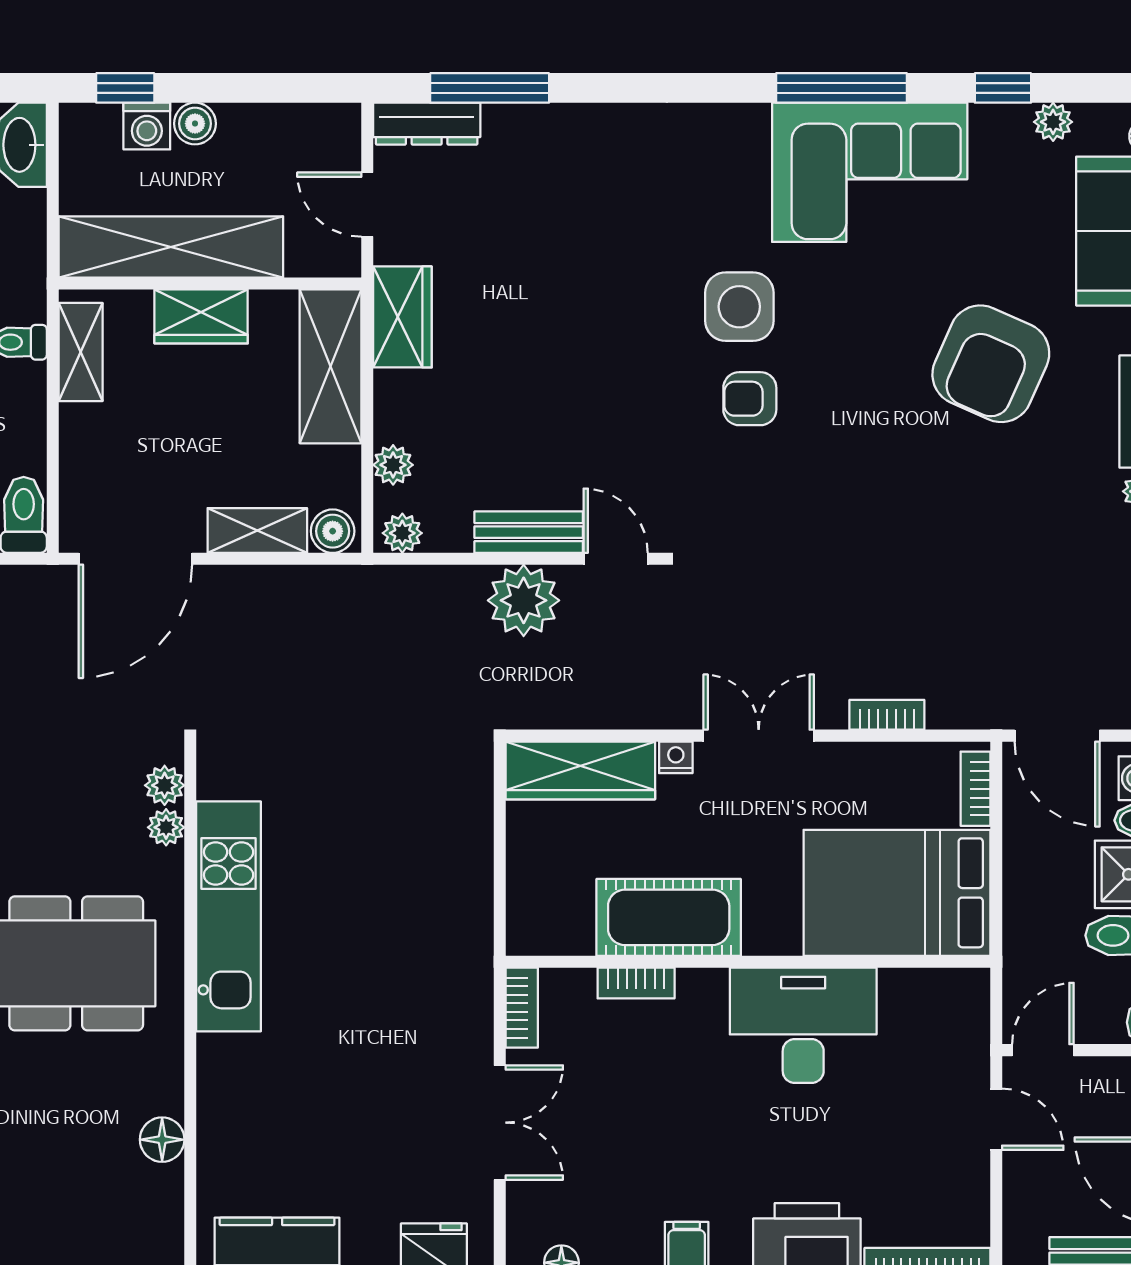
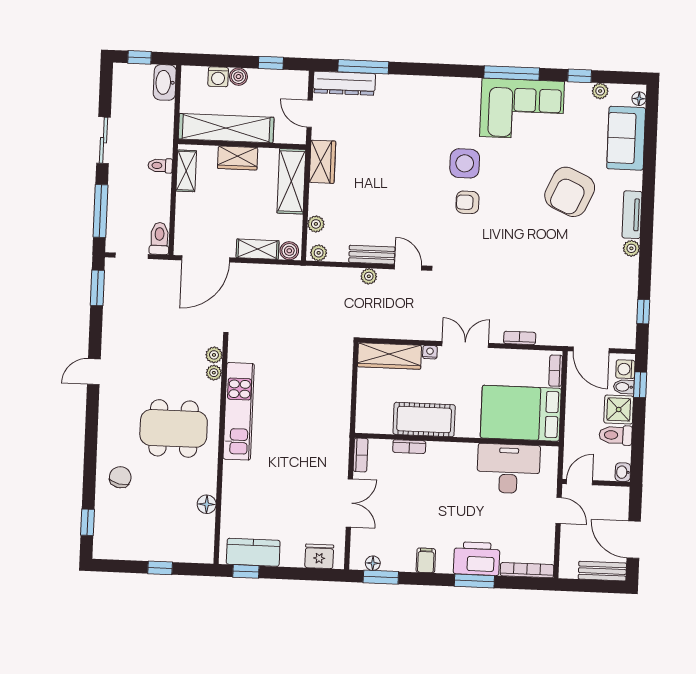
window: (125, 88) -> (271, 63), moved
dresser: (427, 124) -> (344, 83), width x1.37, depth x1.24
plant: (524, 600) -> (369, 276), width x0.53, depth x0.53
desk: (803, 1025) -> (508, 469), moved

